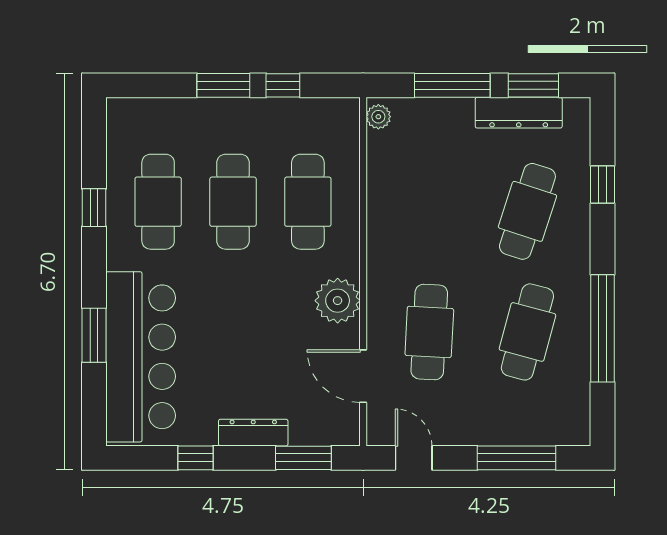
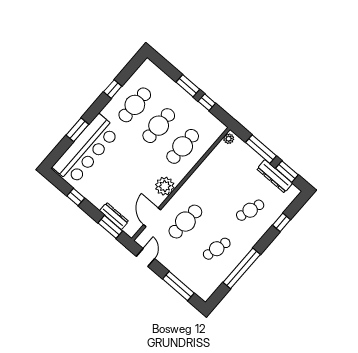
cafe table: (527, 211) -> (250, 210), width x0.73, depth x0.74
cafe table: (527, 332) -> (217, 249), width x0.73, depth x0.74
dresser: (253, 433) -> (114, 216), moved

